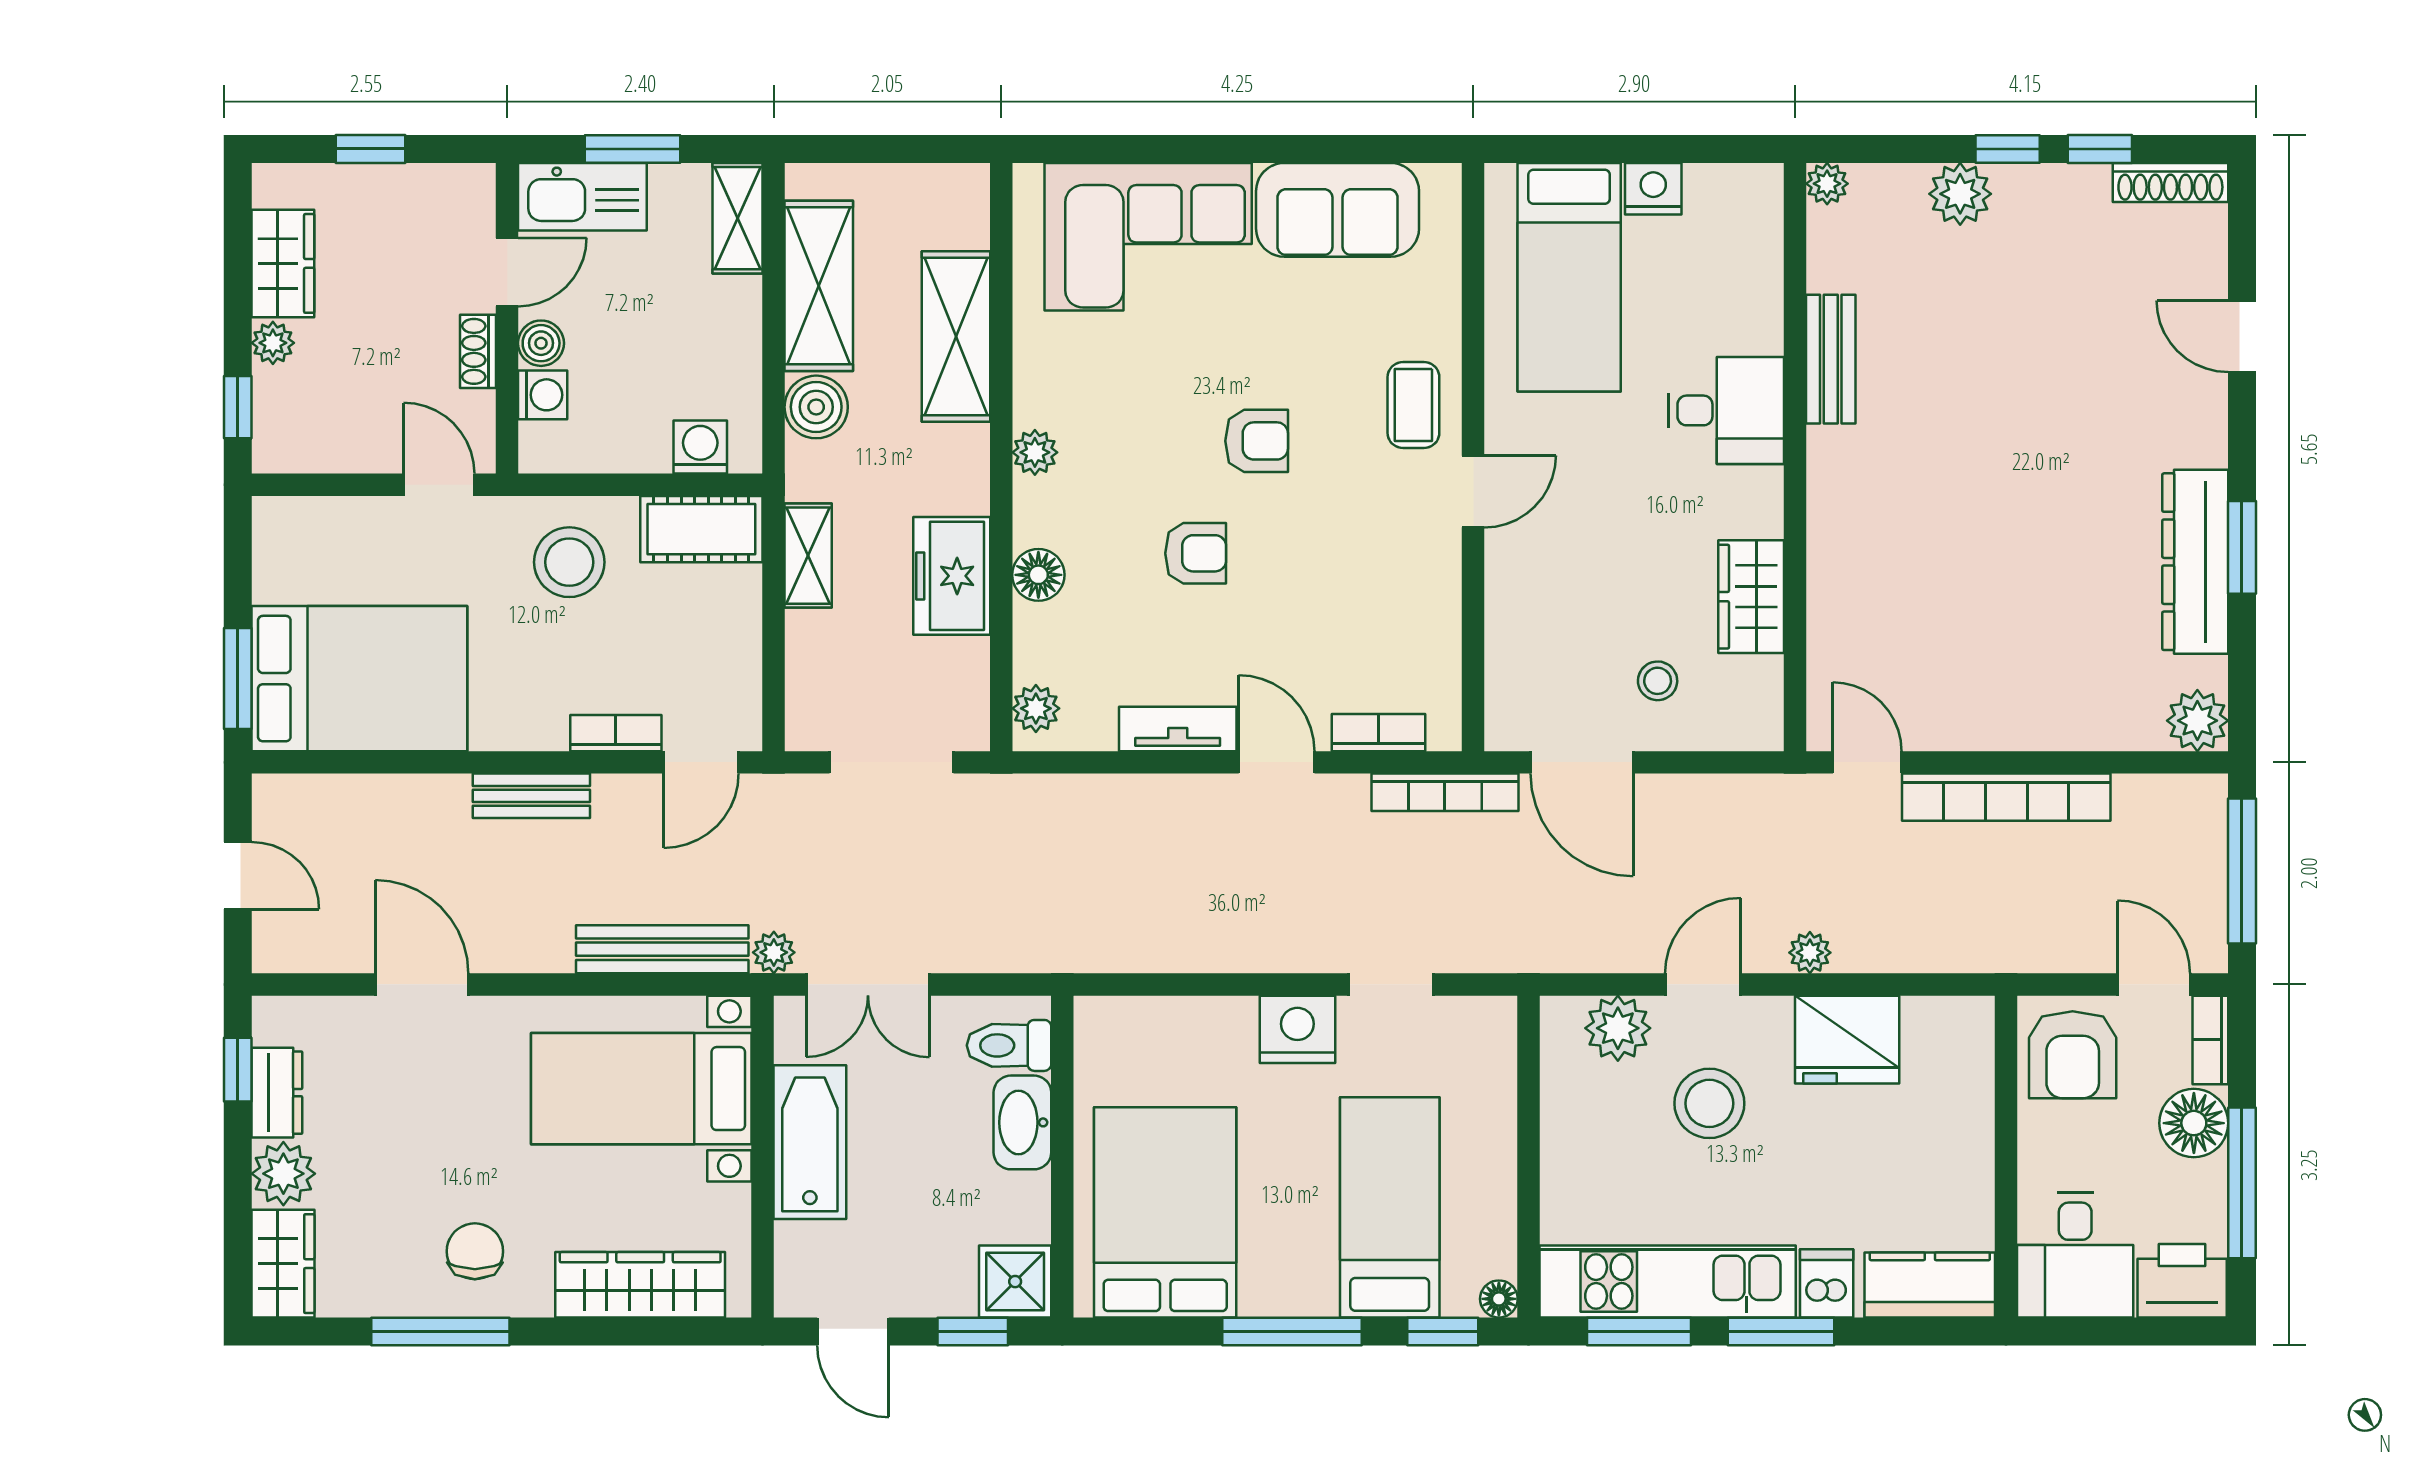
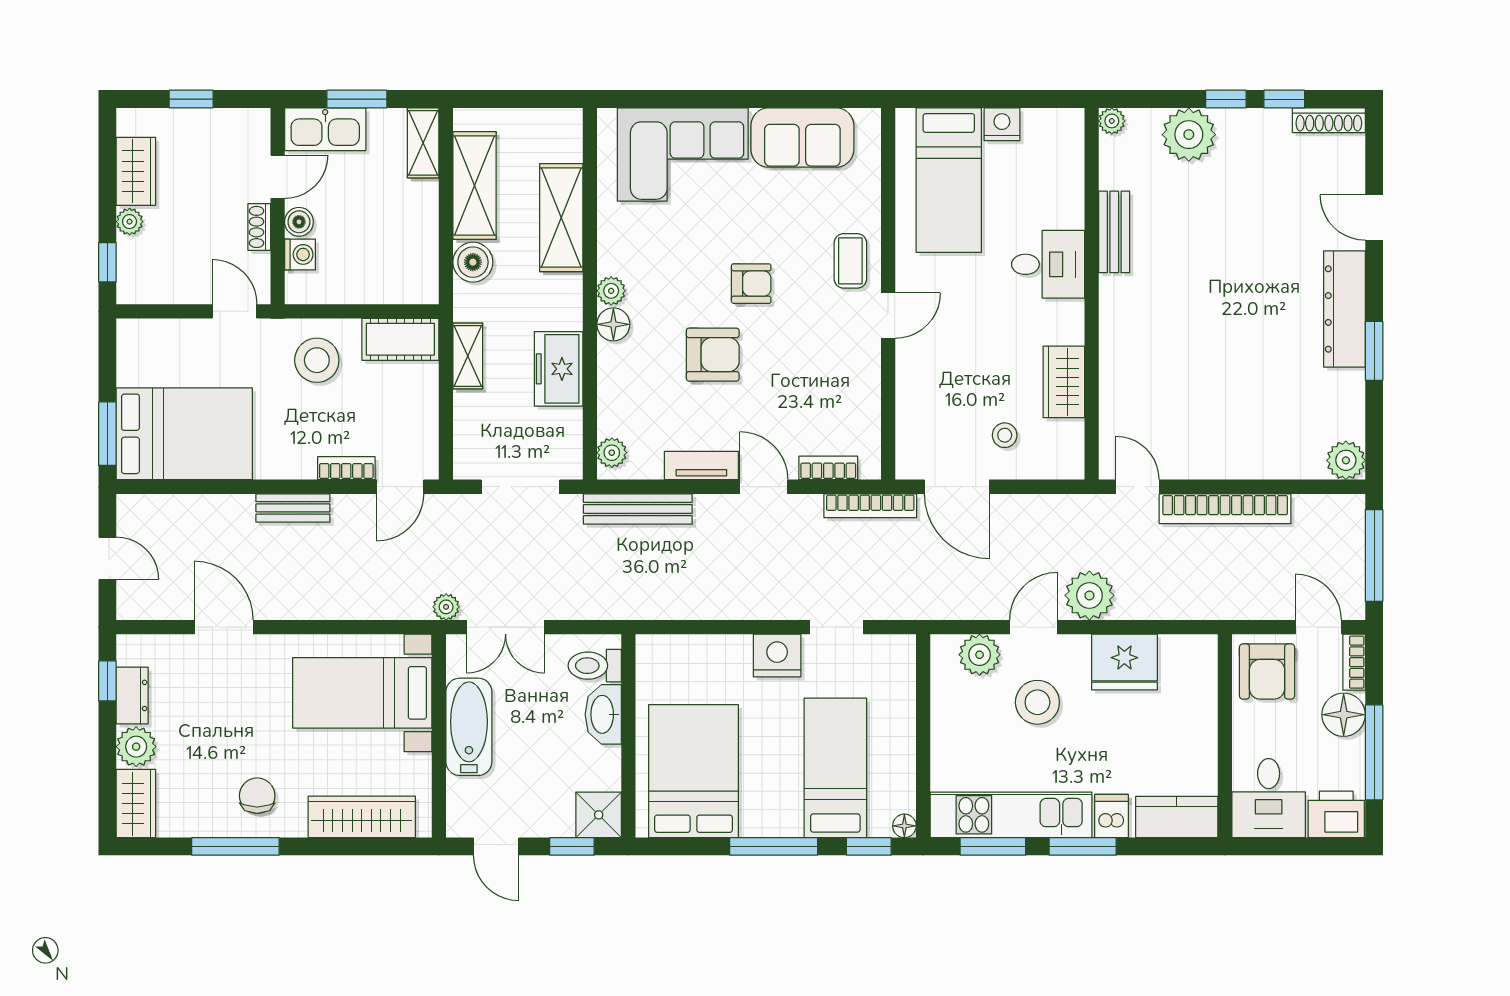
plant: (1960, 194) -> (1189, 135), width x1.36, depth x1.36
washing machine: (700, 447) -> (400, 287), removed
armchair: (1196, 553) -> (713, 355), width x1.38, depth x1.38
dresser: (2195, 562) -> (1345, 309), moved
floor lamp: (1038, 575) -> (613, 324), moved
bench: (662, 949) -> (638, 509), moved
plant: (1810, 953) -> (1089, 595), width x1.87, depth x1.87

